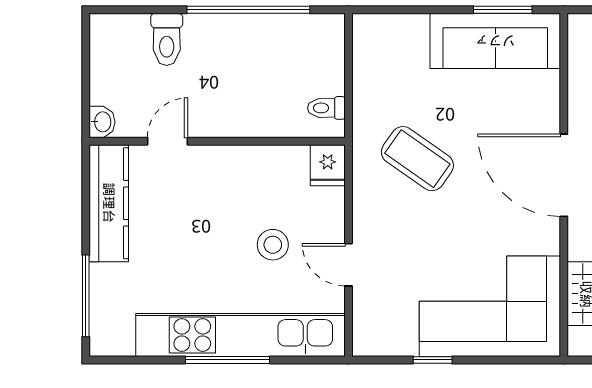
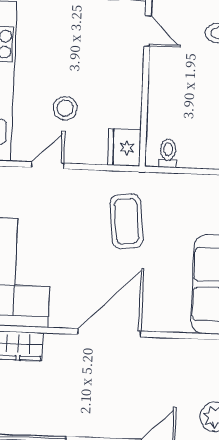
coffee table: (417, 159) -> (126, 221), turned -41
fridge: (328, 165) -> (124, 147), width x1.38

